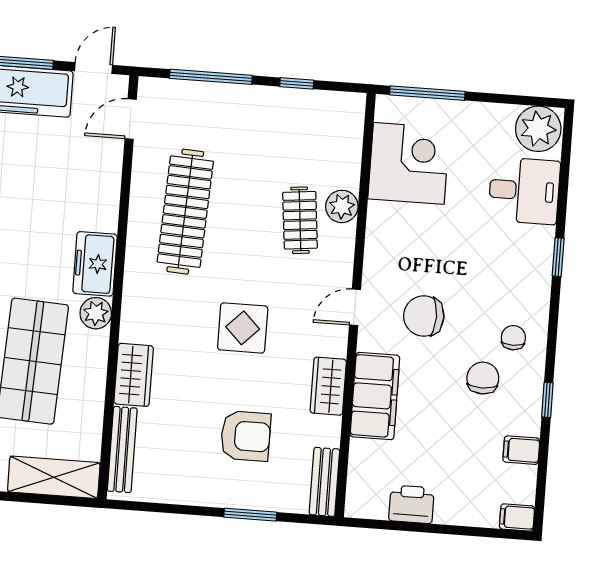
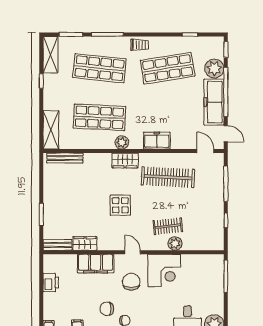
corner desk: (409, 163) -> (164, 271), moved
freezer: (95, 264) -> (157, 141), moved
wardrobe: (134, 375) -> (125, 160), moved
chair: (483, 378) -> (107, 309), turned 180
wardrobe: (328, 386) -> (85, 243), moved
armchair: (246, 436) -> (75, 210), removed

